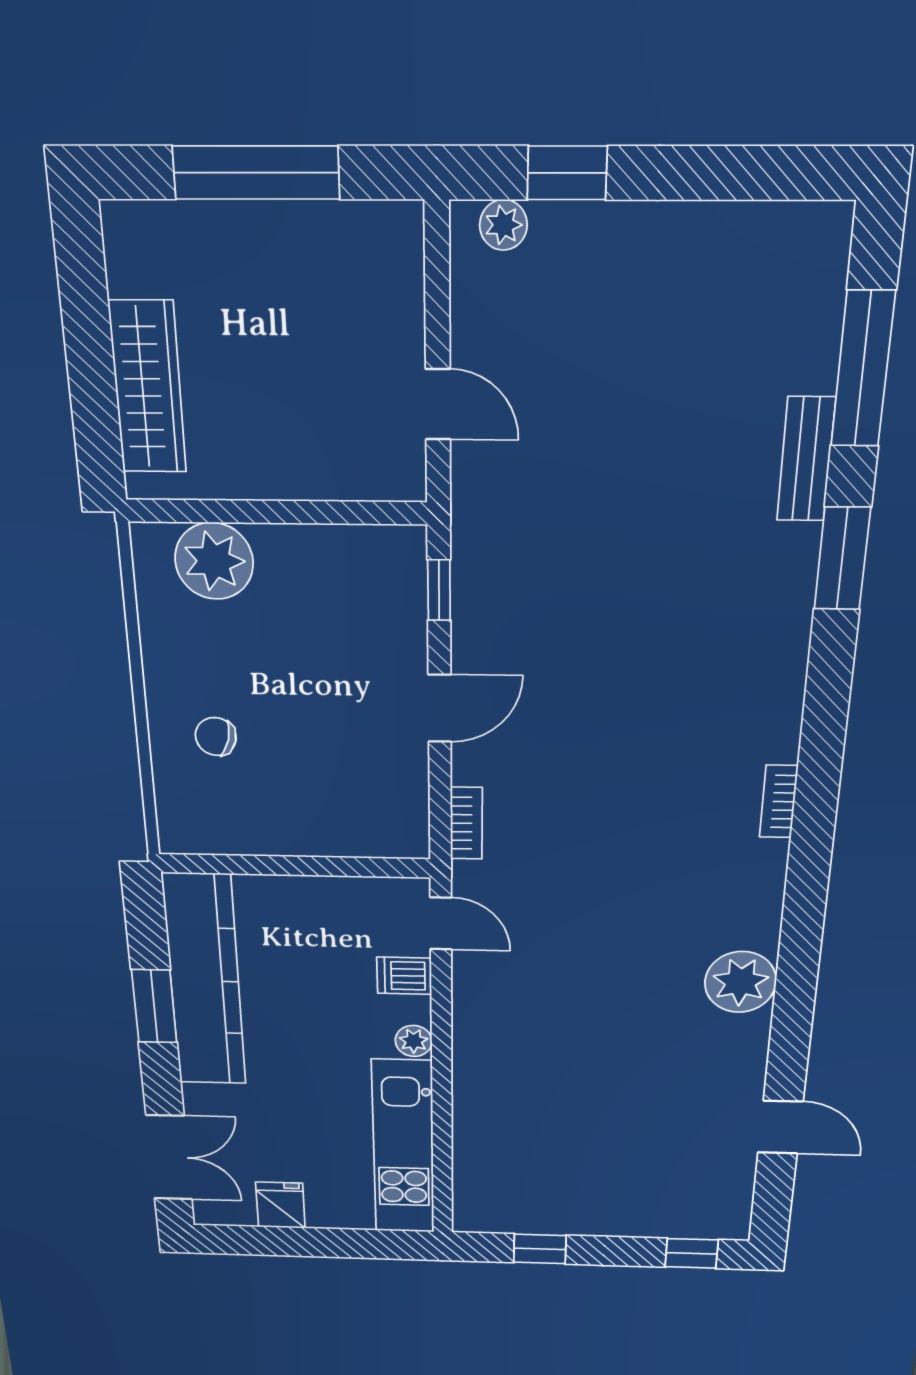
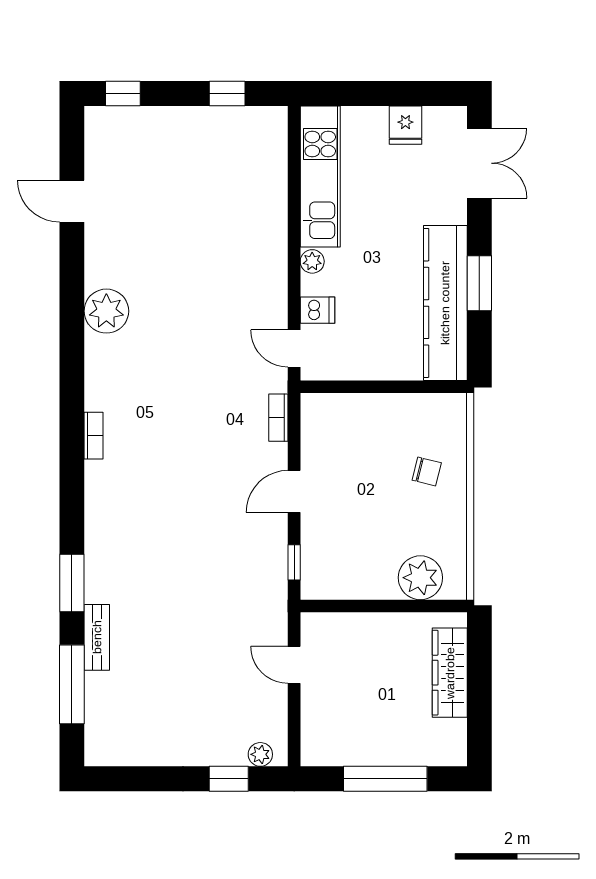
double door: (169, 1157) -> (479, 163), swing flipped

